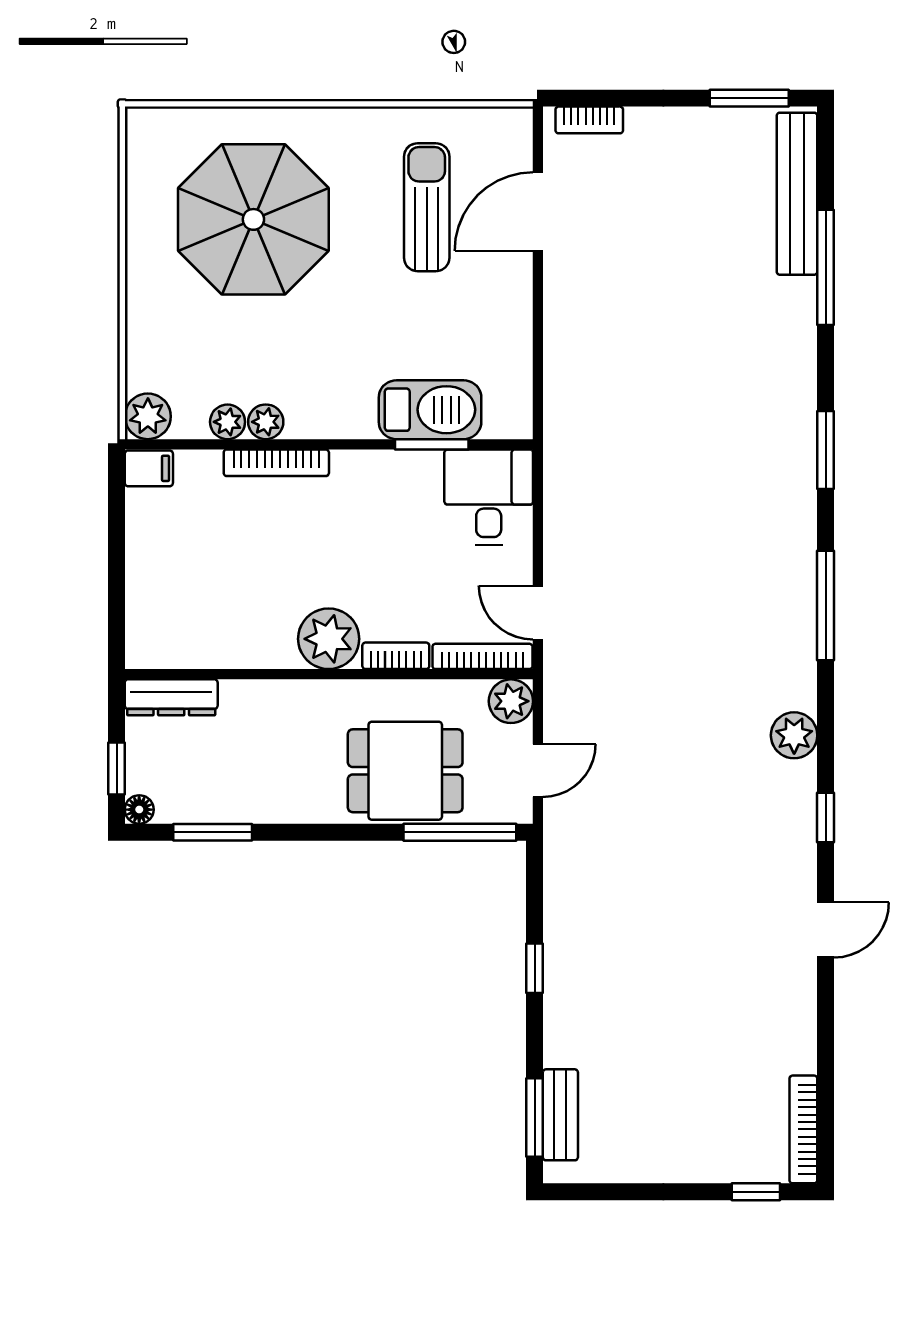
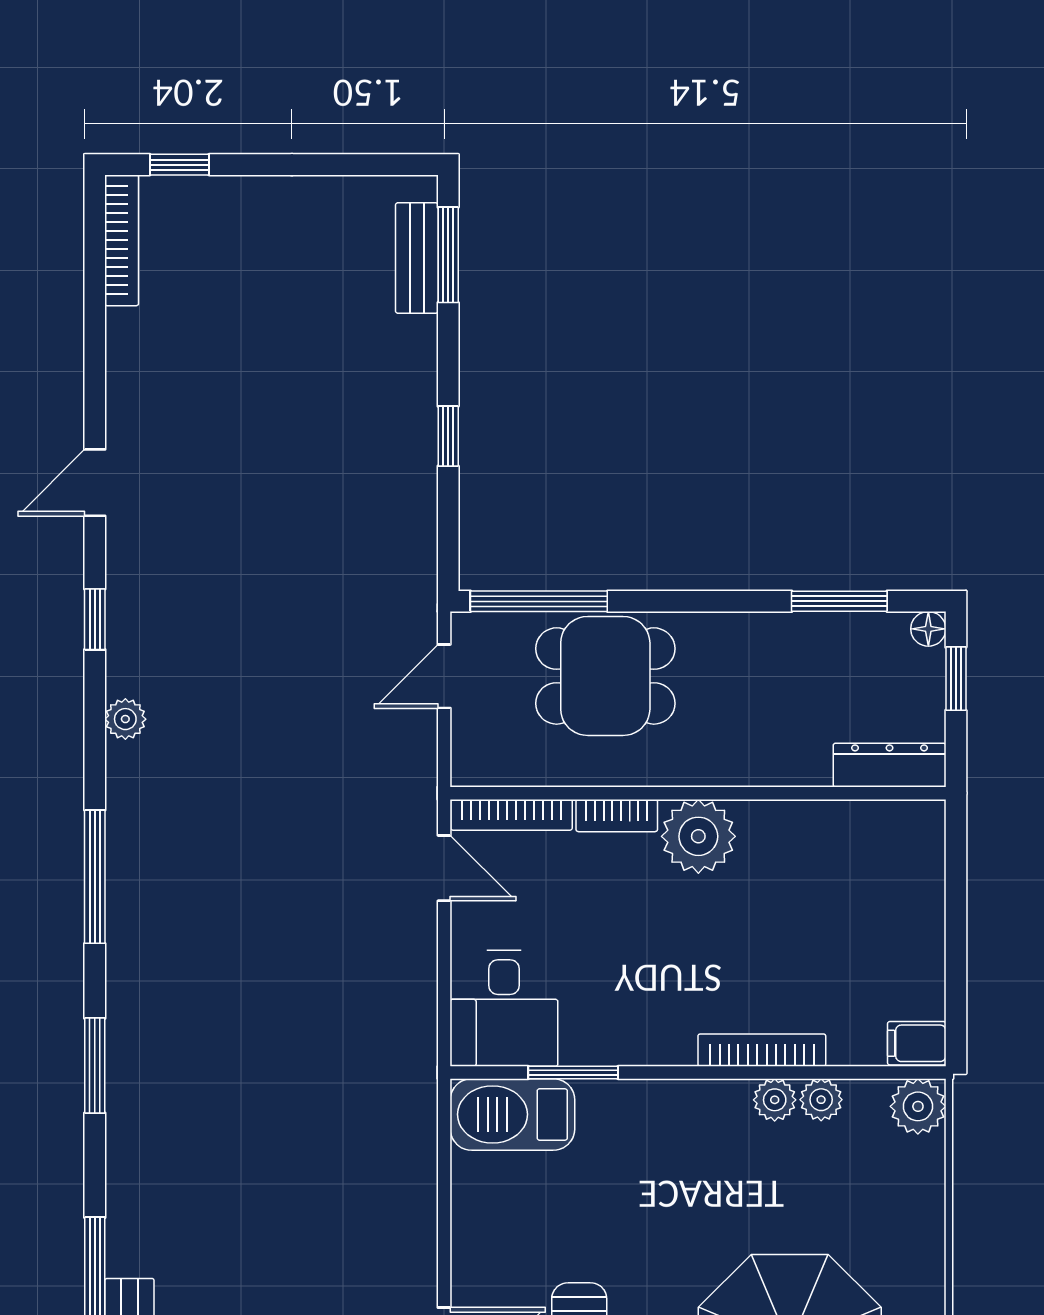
barbecue: (430, 410) -> (512, 1114), moved
plant: (511, 701) -> (477, 760), removed
plant: (794, 735) -> (125, 719), width x0.73, depth x0.73

